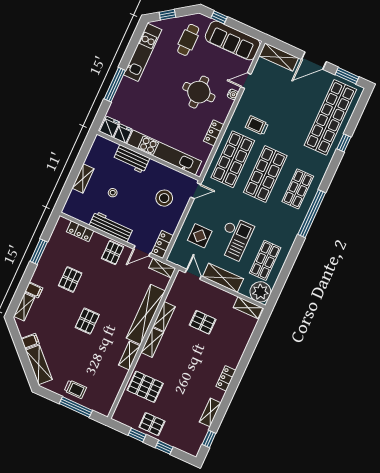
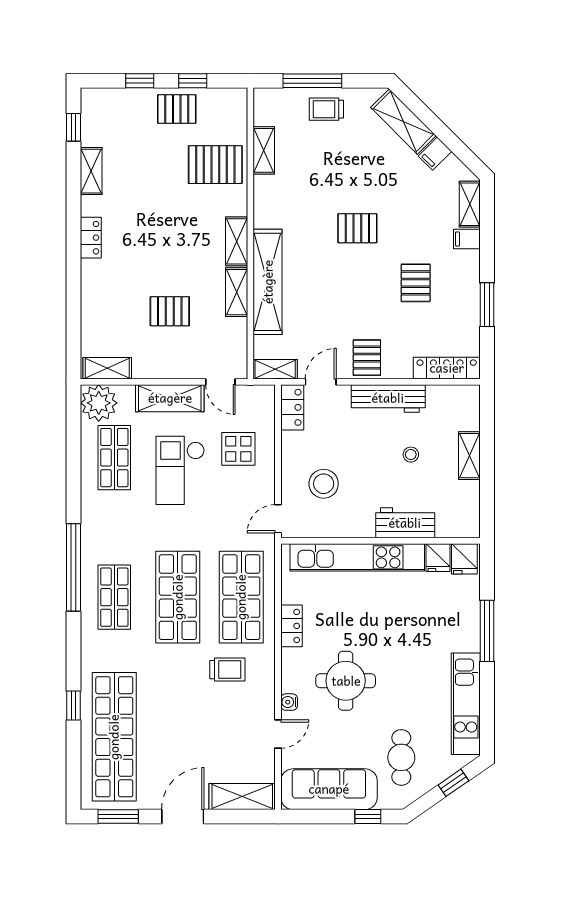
locker: (80, 231) -> (447, 368), width x1.53
pallet: (87, 321) -> (357, 228), turned 90
shelving: (129, 355) -> (264, 150), moved

